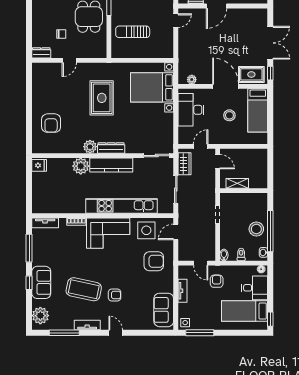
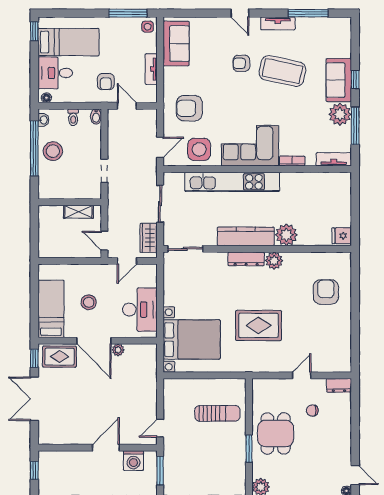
plant: (192, 80) -> (118, 350), moved
rug: (102, 98) -> (259, 325), turned 90
plant: (40, 316) -> (340, 114), moved

